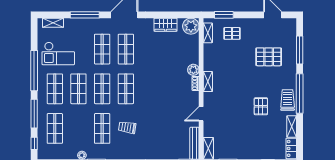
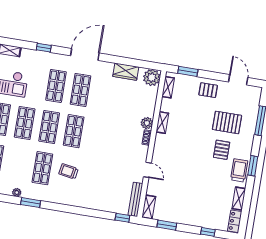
window: (85, 15) -> (44, 48), width x0.46
pallet: (232, 33) -> (208, 90), moved
shelving: (208, 82) -> (162, 123), moved
window: (300, 93) -> (253, 166), width x0.47
pallet: (261, 106) -> (222, 150), moved
door: (201, 114) -> (147, 170), swing flipped

